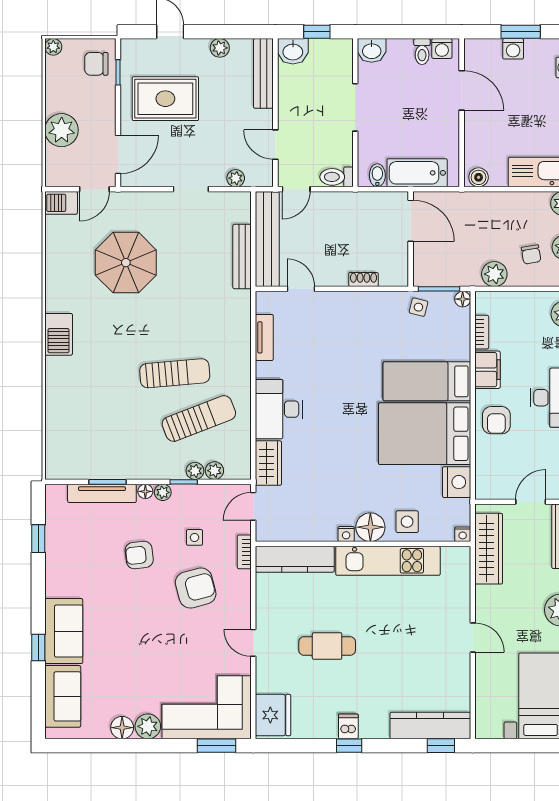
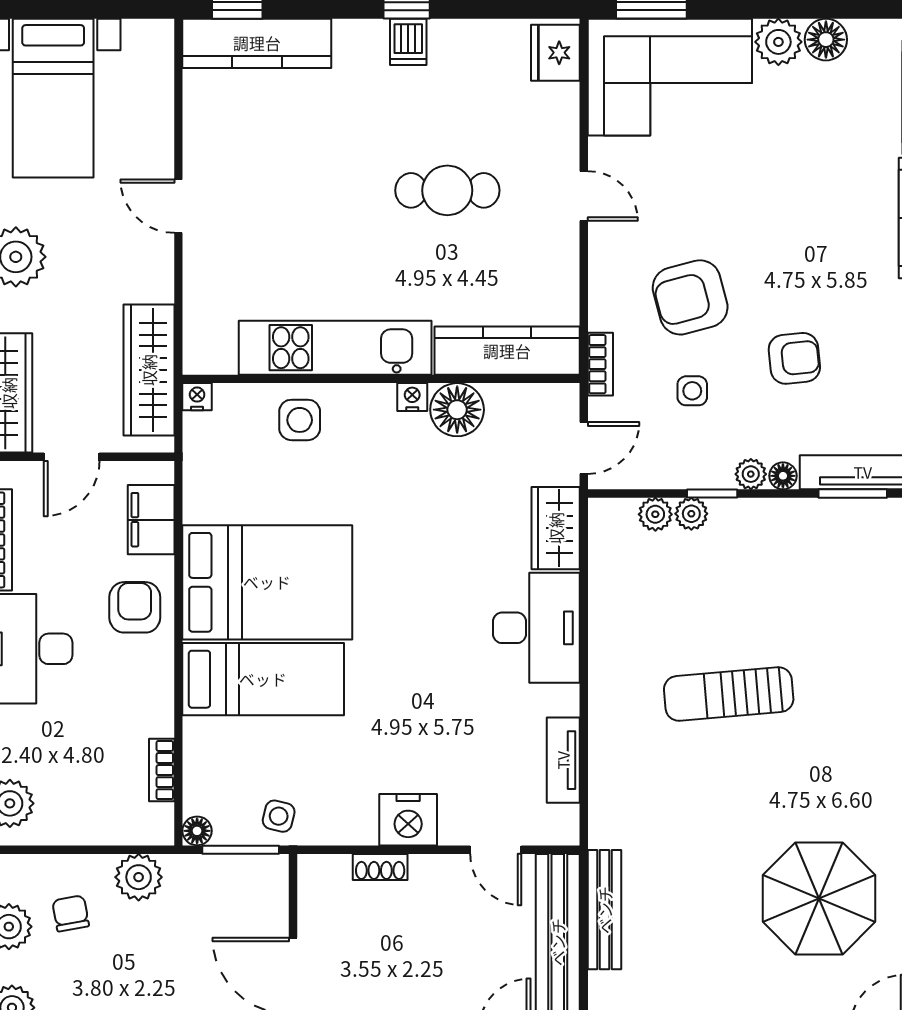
filing cabinet: (488, 370) -> (151, 520), moved
sun lounger: (199, 419) -> (684, 610), removed
nightstand: (457, 482) -> (408, 820), moved, turned -90
floor lamp: (370, 527) -> (457, 410), moved
fridge: (273, 715) -> (555, 53), width x0.73, depth x0.75

